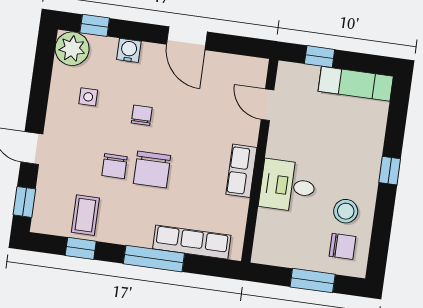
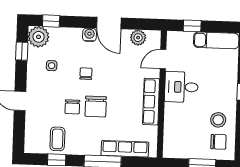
water cooler: (129, 50) -> (89, 35), moved
plant: (231, 66) -> (138, 38), added
door: (268, 105) -> (163, 59), hinge flipped
row of seats: (241, 171) -> (151, 102), width x1.48
desk: (288, 186) -> (181, 87), moved
window: (24, 202) -> (22, 51), moved

